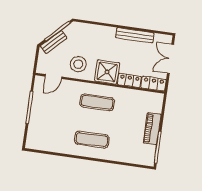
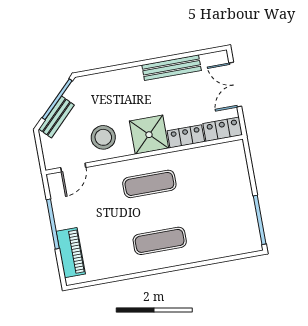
piano: (152, 129) -> (71, 253), moved, turned 180

